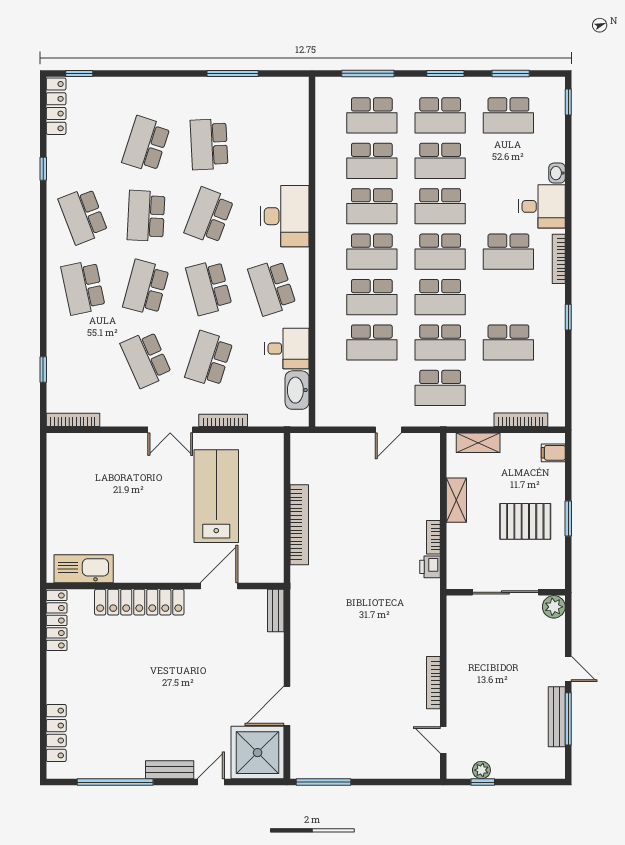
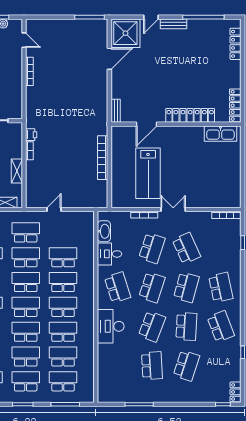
locker: (56, 106) -> (236, 392), width x0.66
school desk: (209, 287) -> (152, 287), turned 33

